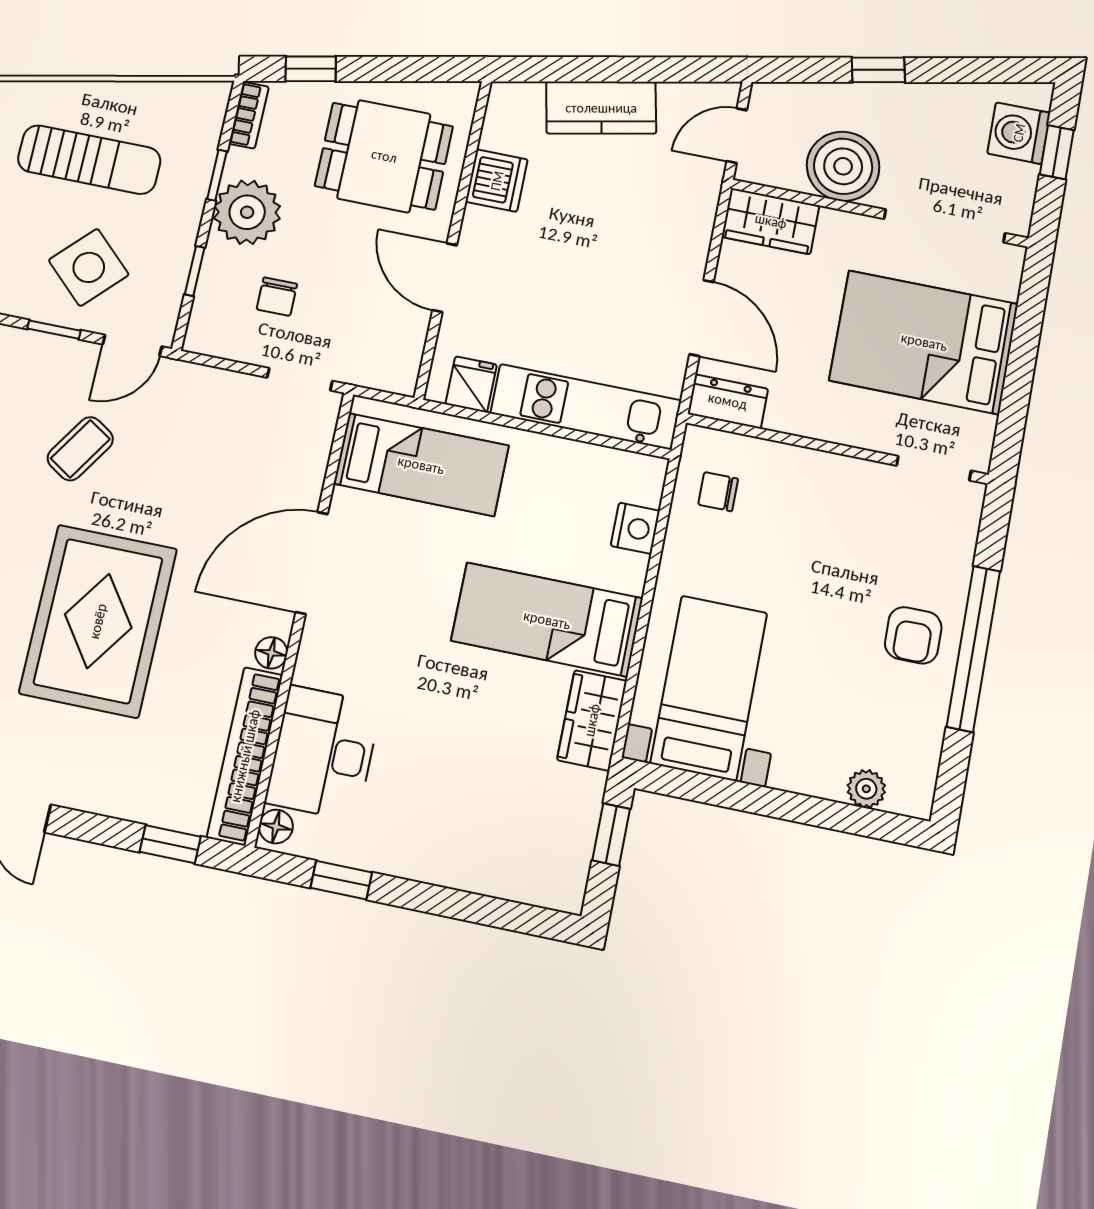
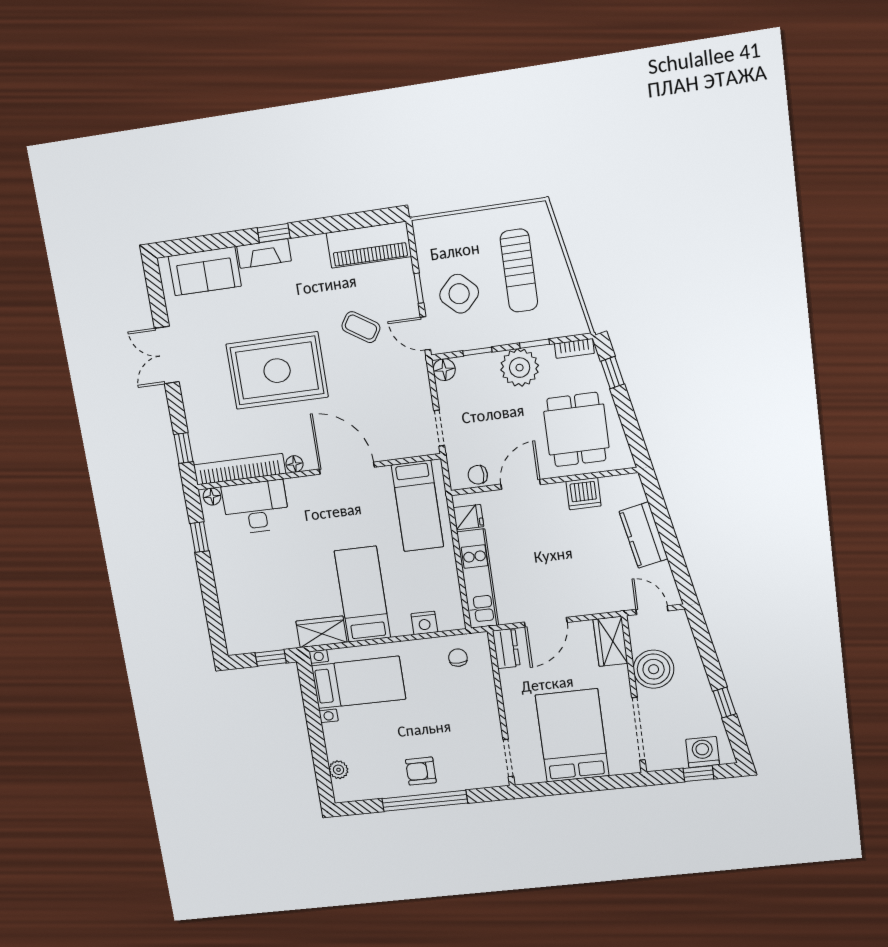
window: (878, 70) -> (724, 703), moved
chair: (277, 297) -> (478, 475), moved
floor lamp: (204, 336) -> (444, 370), added

